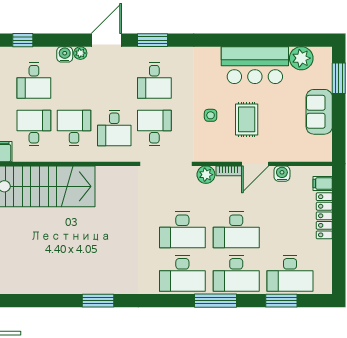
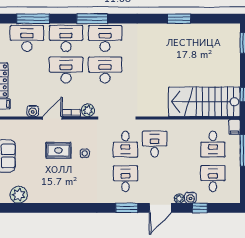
window: (23, 40) -> (200, 208), moved
bar counter: (255, 65) -> (52, 190), removed
rug: (247, 119) -> (58, 150), turned 90
desk: (74, 128) -> (184, 144), removed
window: (98, 301) -> (179, 19), moved
window: (216, 301) -> (92, 19), moved
window: (281, 301) -> (33, 19), width x1.44

